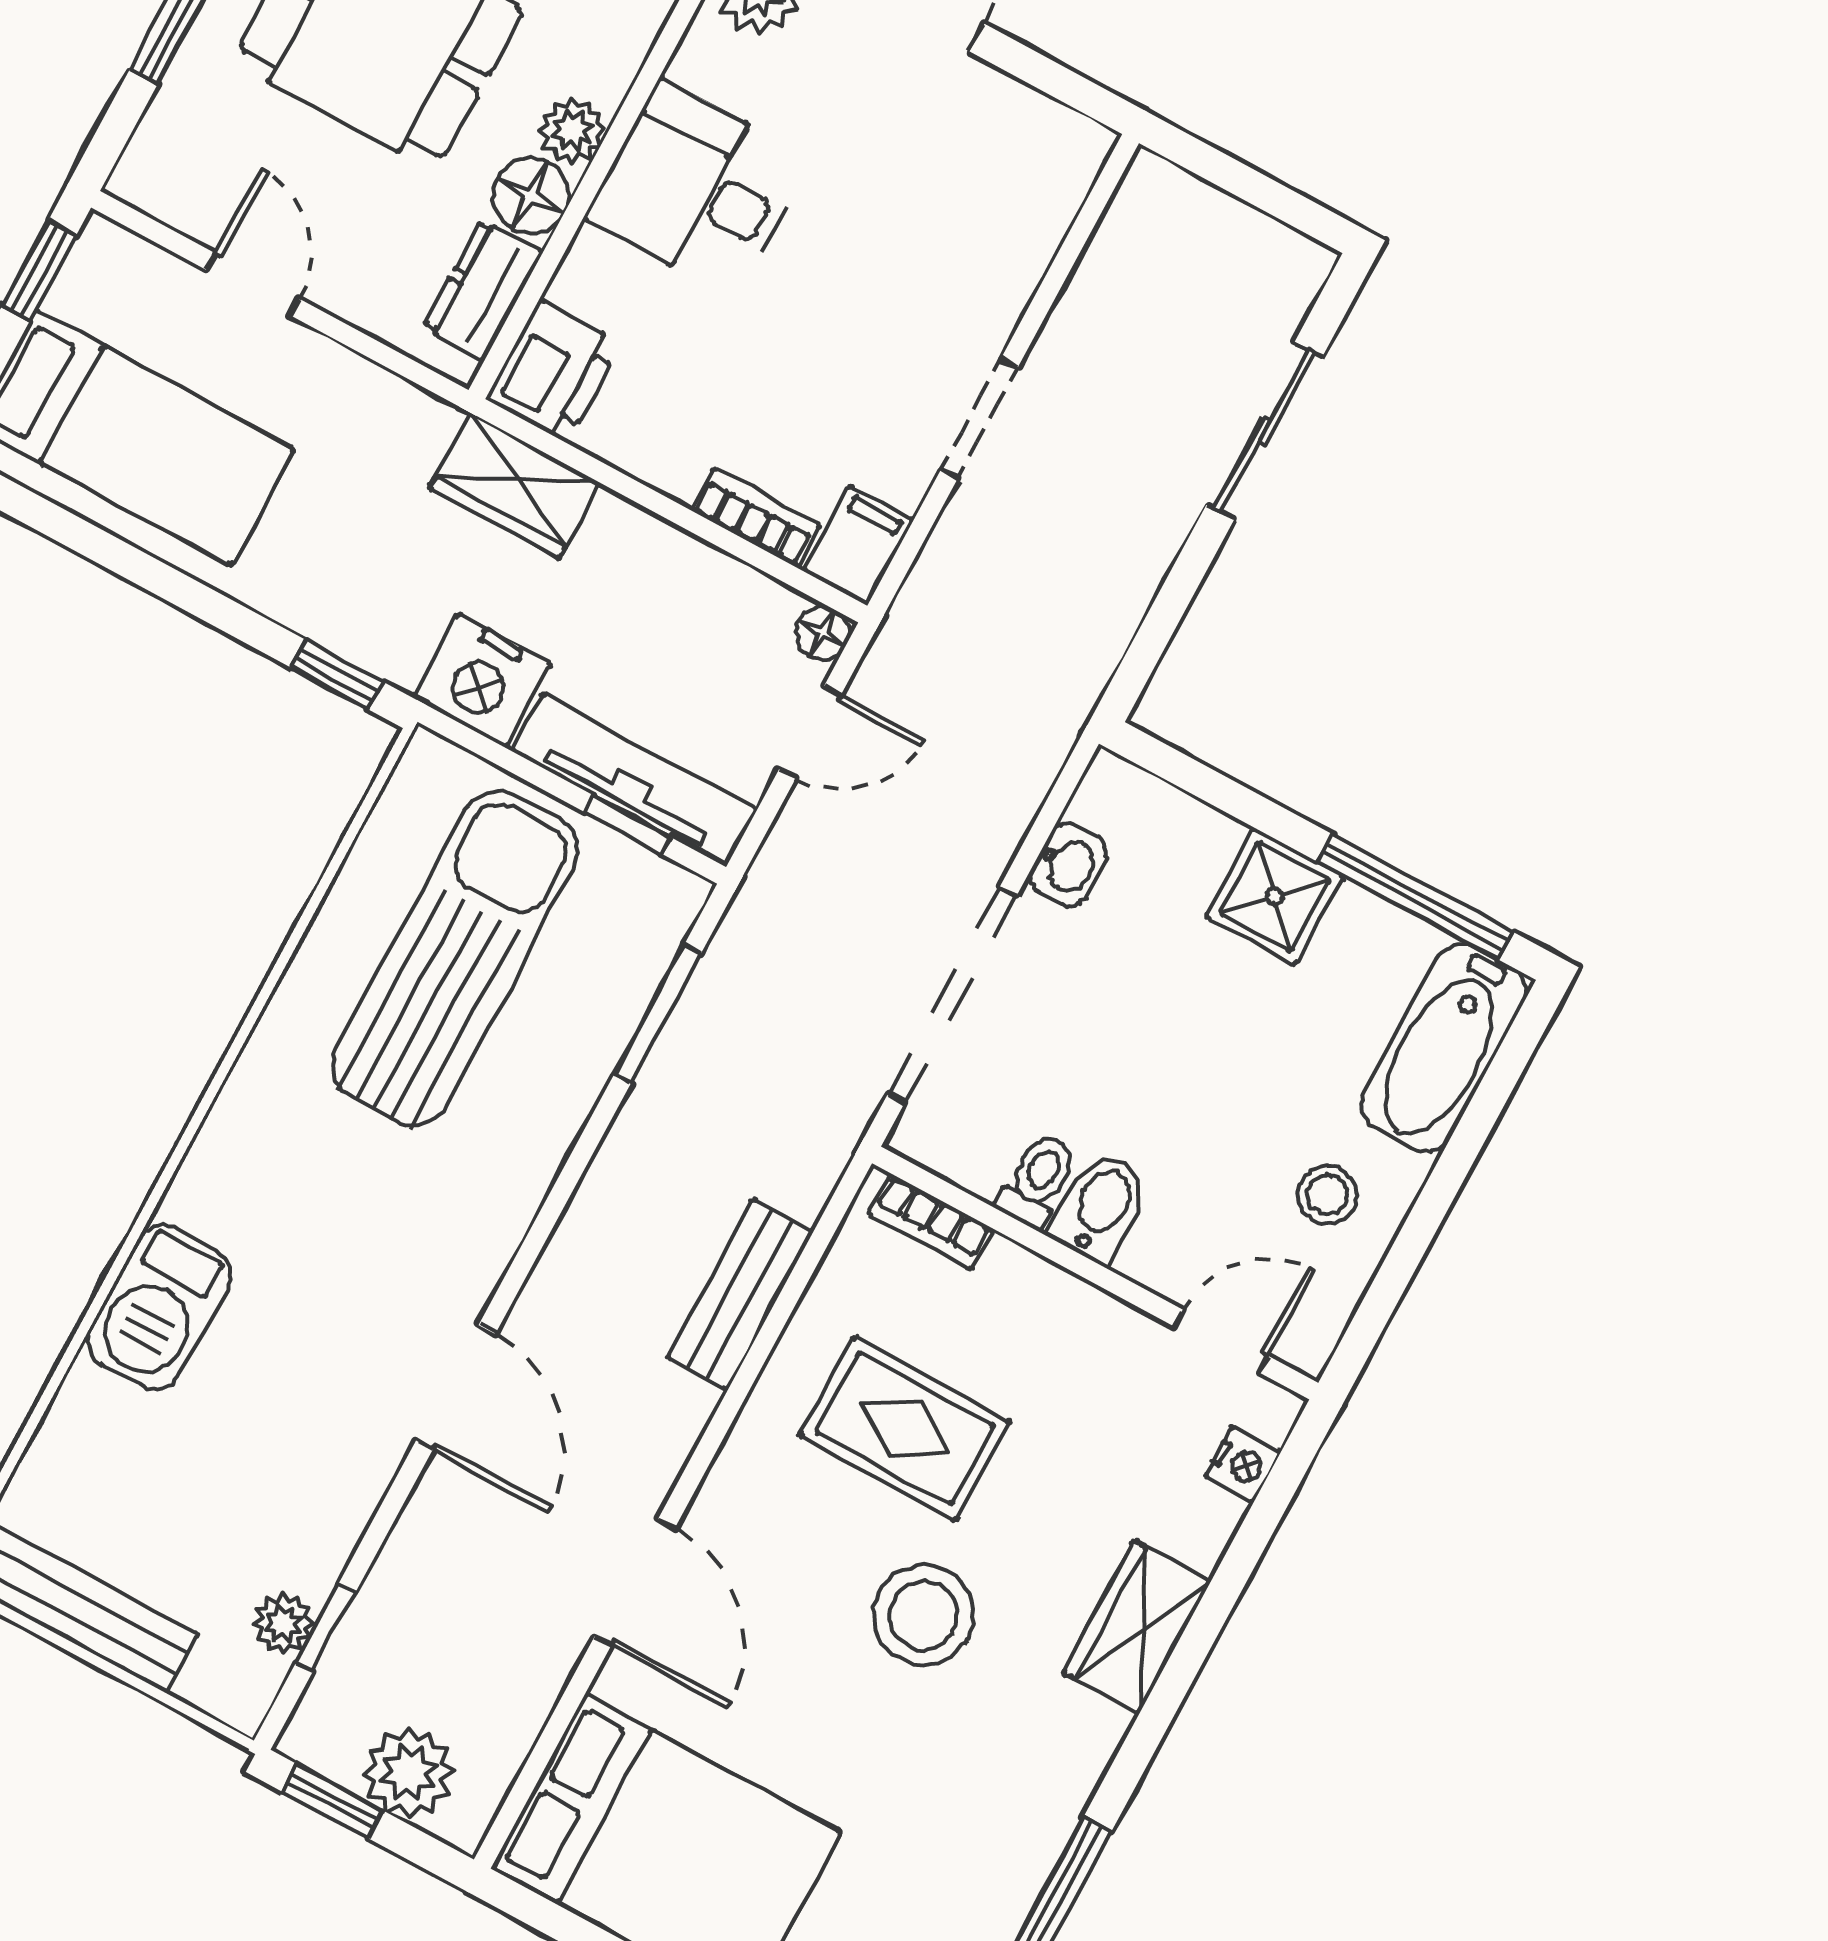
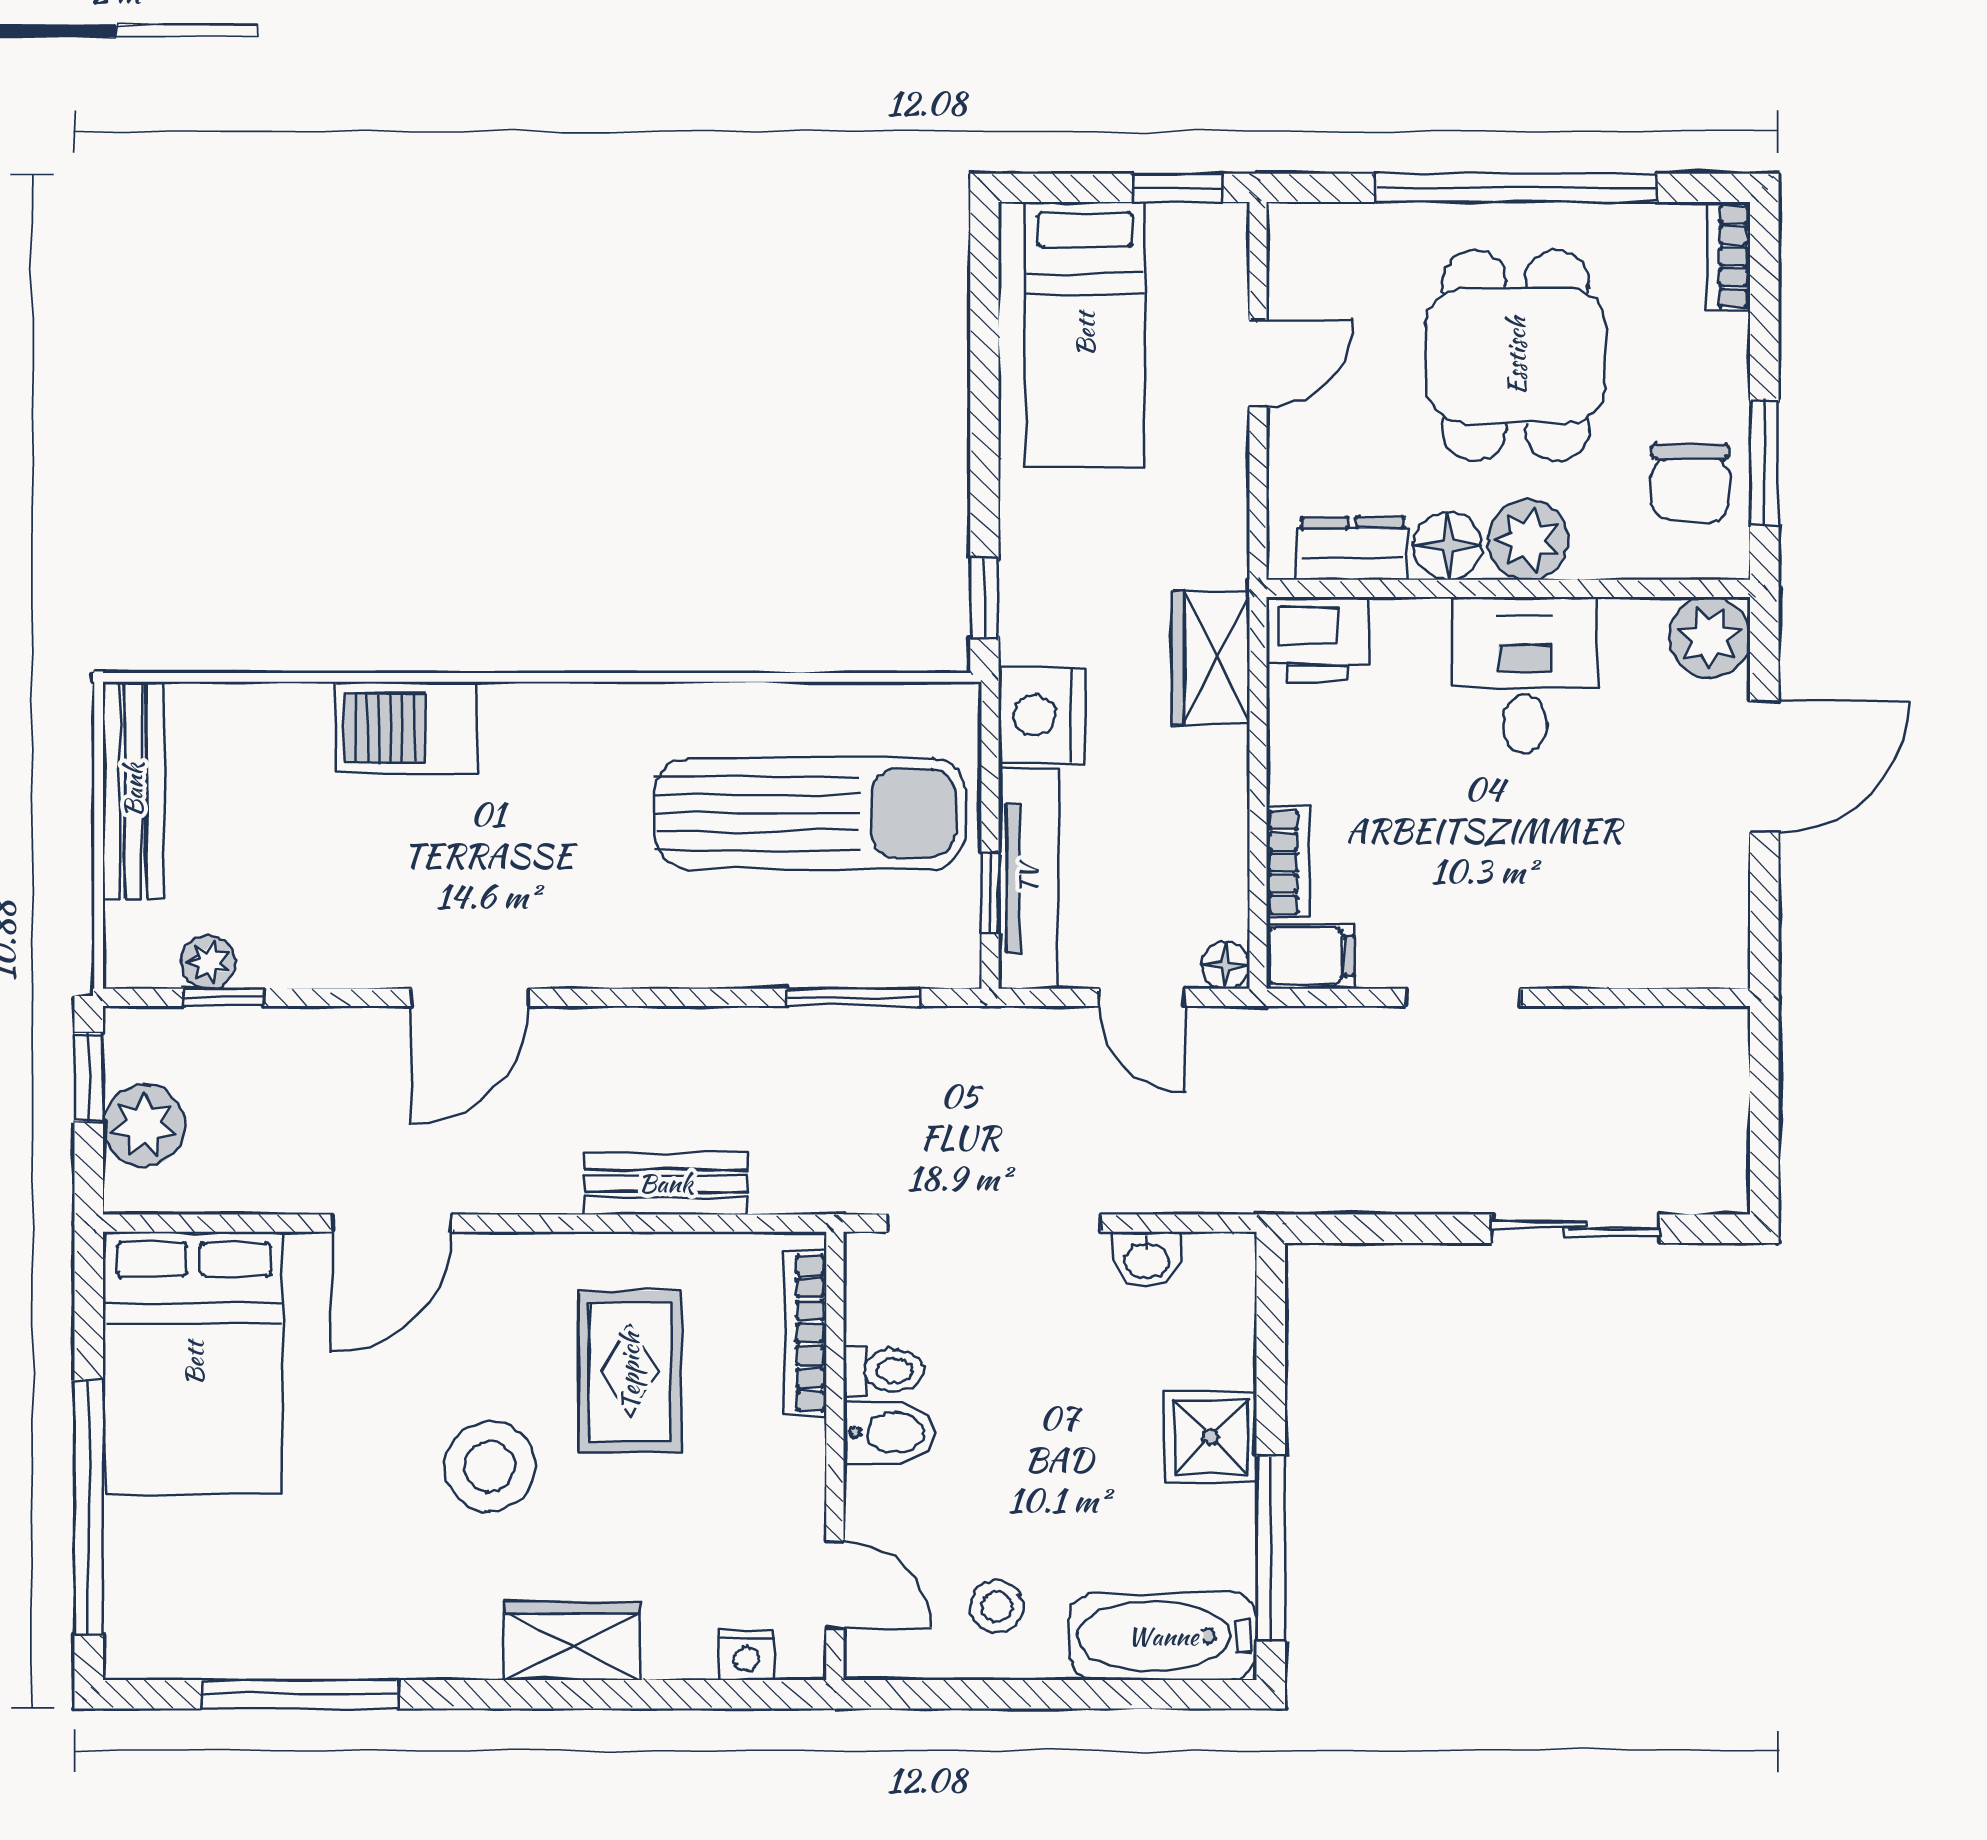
plant: (572, 131) -> (1528, 540), width x1.38, depth x1.38
bookcase: (931, 1221) -> (805, 1333), width x1.56

